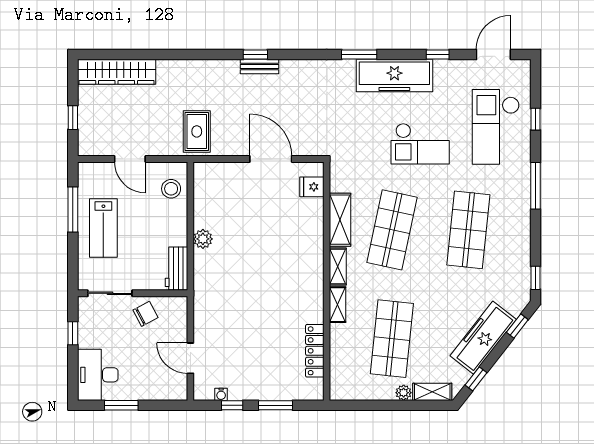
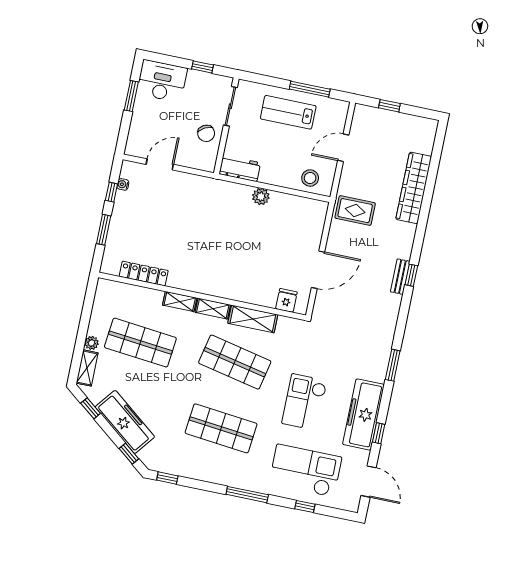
wardrobe: (117, 72) -> (414, 188), moved
freezer: (394, 76) -> (363, 414), moved

